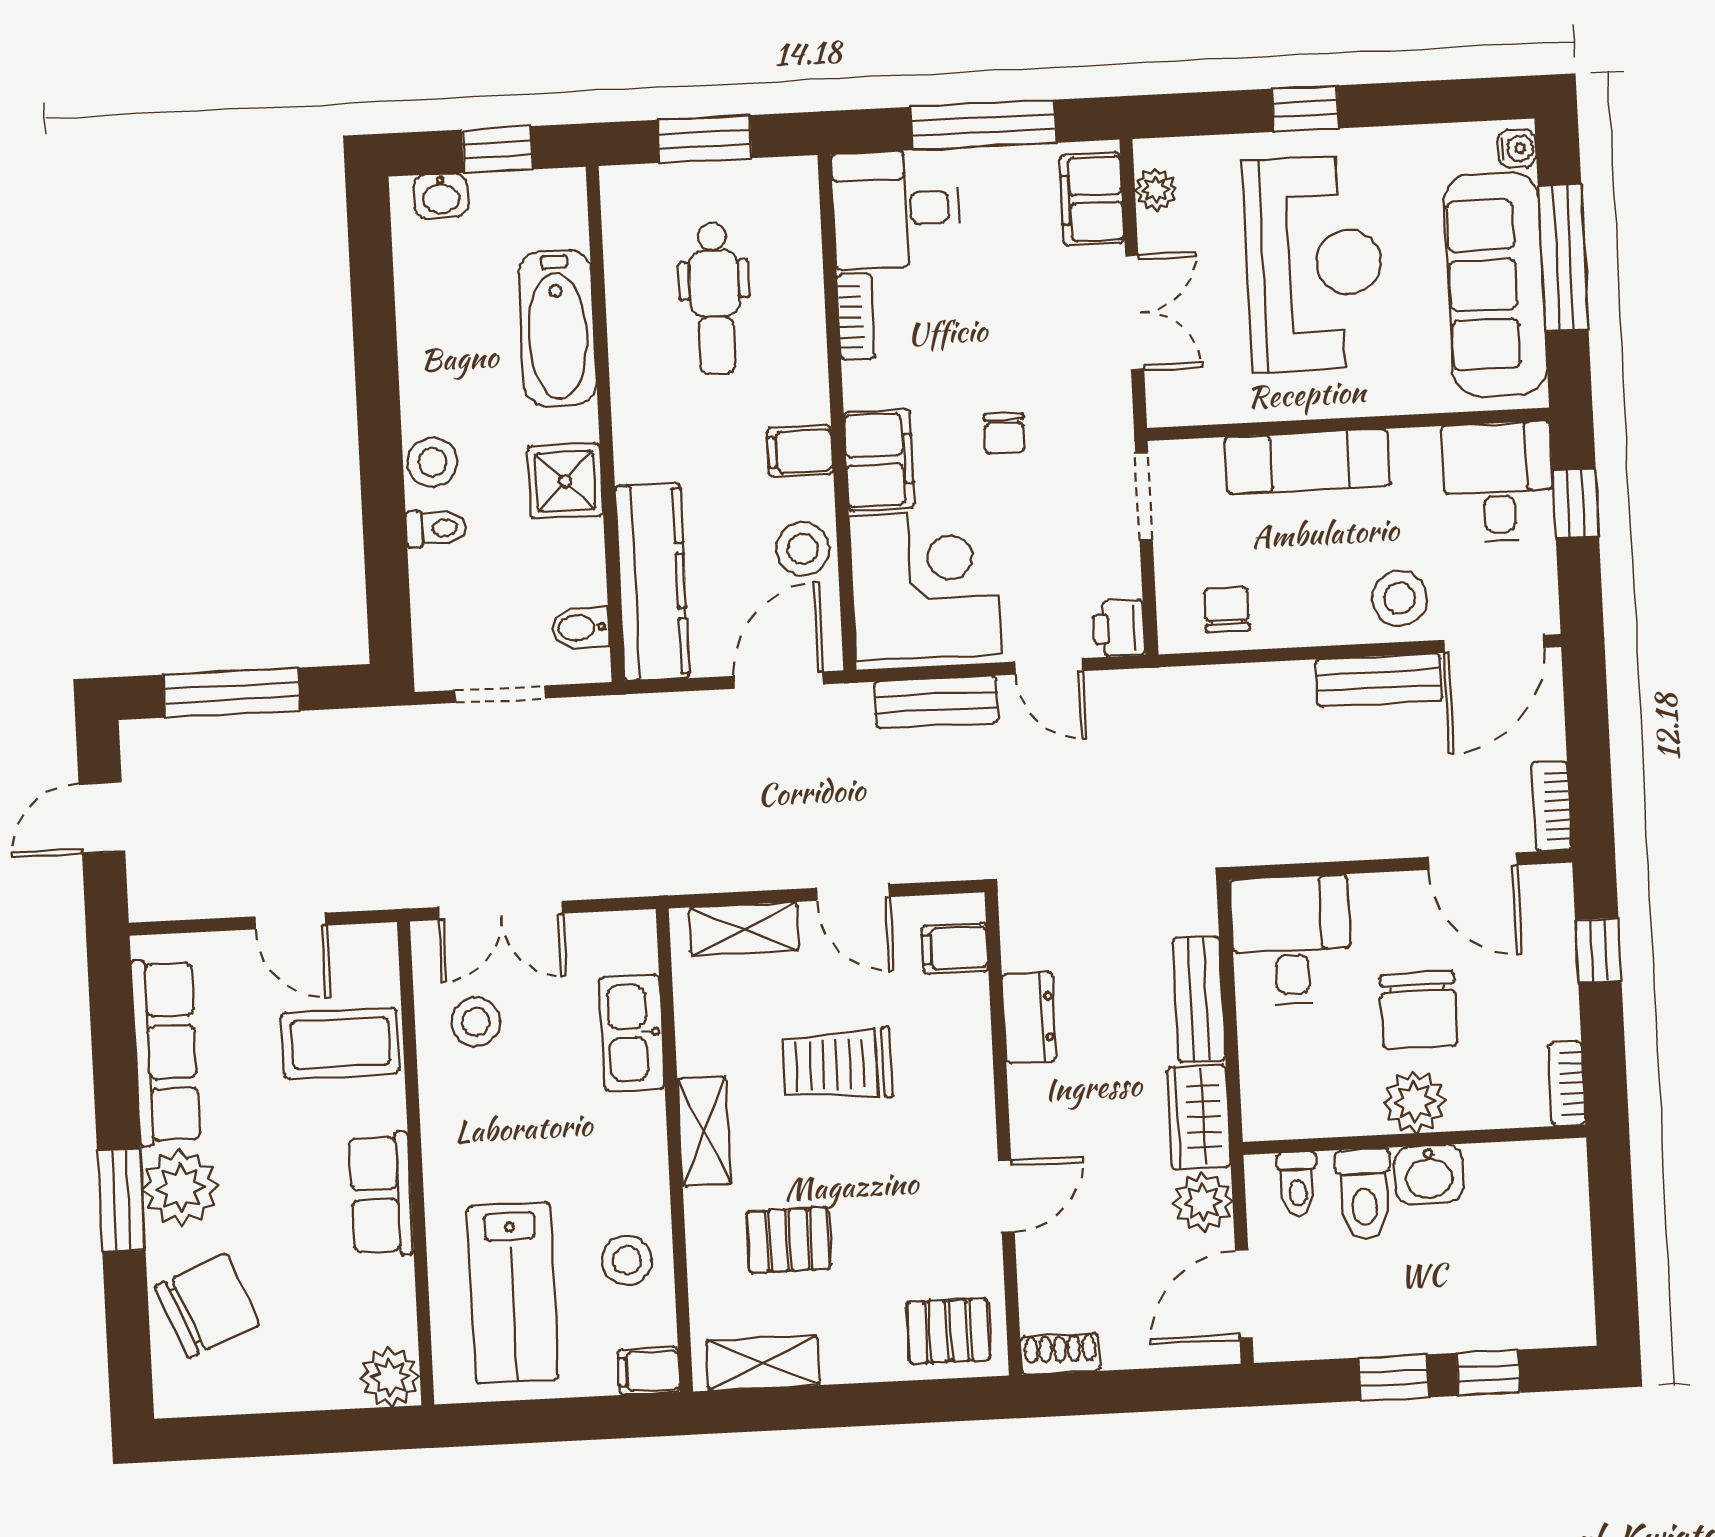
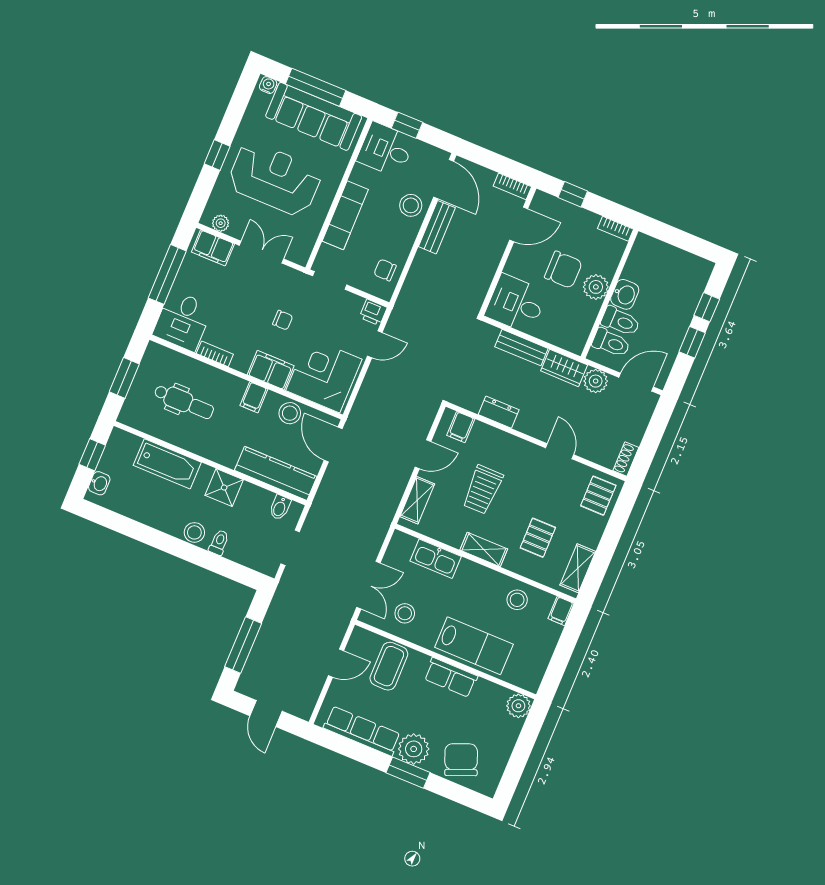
bench: (936, 702) -> (368, 391), removed
toilet: (1298, 1184) -> (611, 343), width x1.37, depth x1.39
lab bench: (513, 1293) -> (474, 646), moved
door: (1244, 1295) -> (636, 382), swing flipped

